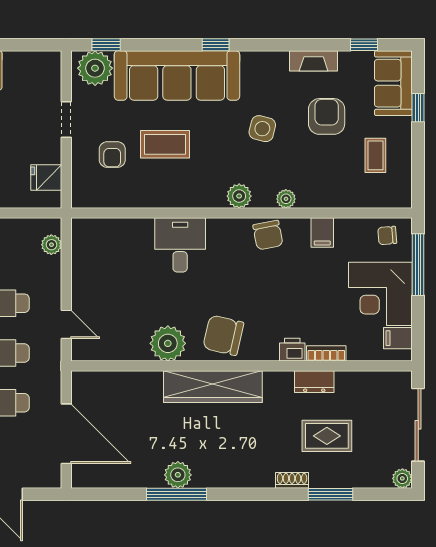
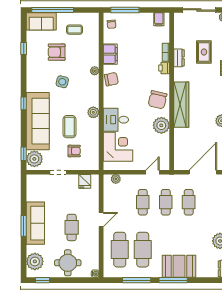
window: (364, 45) -> (24, 48), moved
fireplace: (314, 61) -> (31, 58), removed
window: (418, 108) -> (53, 10), width x3.17
plant: (239, 196) -> (93, 112), moved
filing cabinet: (322, 233) -> (110, 54), width x2.00
corner desk: (380, 294) -> (118, 147), moved, turned -90

